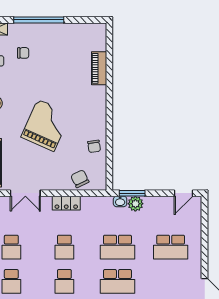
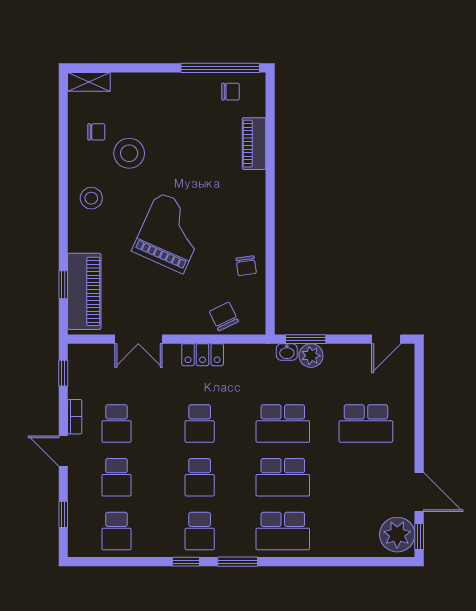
window: (39, 20) -> (220, 68), moved
chair: (23, 53) -> (230, 92), moved
stool: (19, 75) -> (129, 153), added

